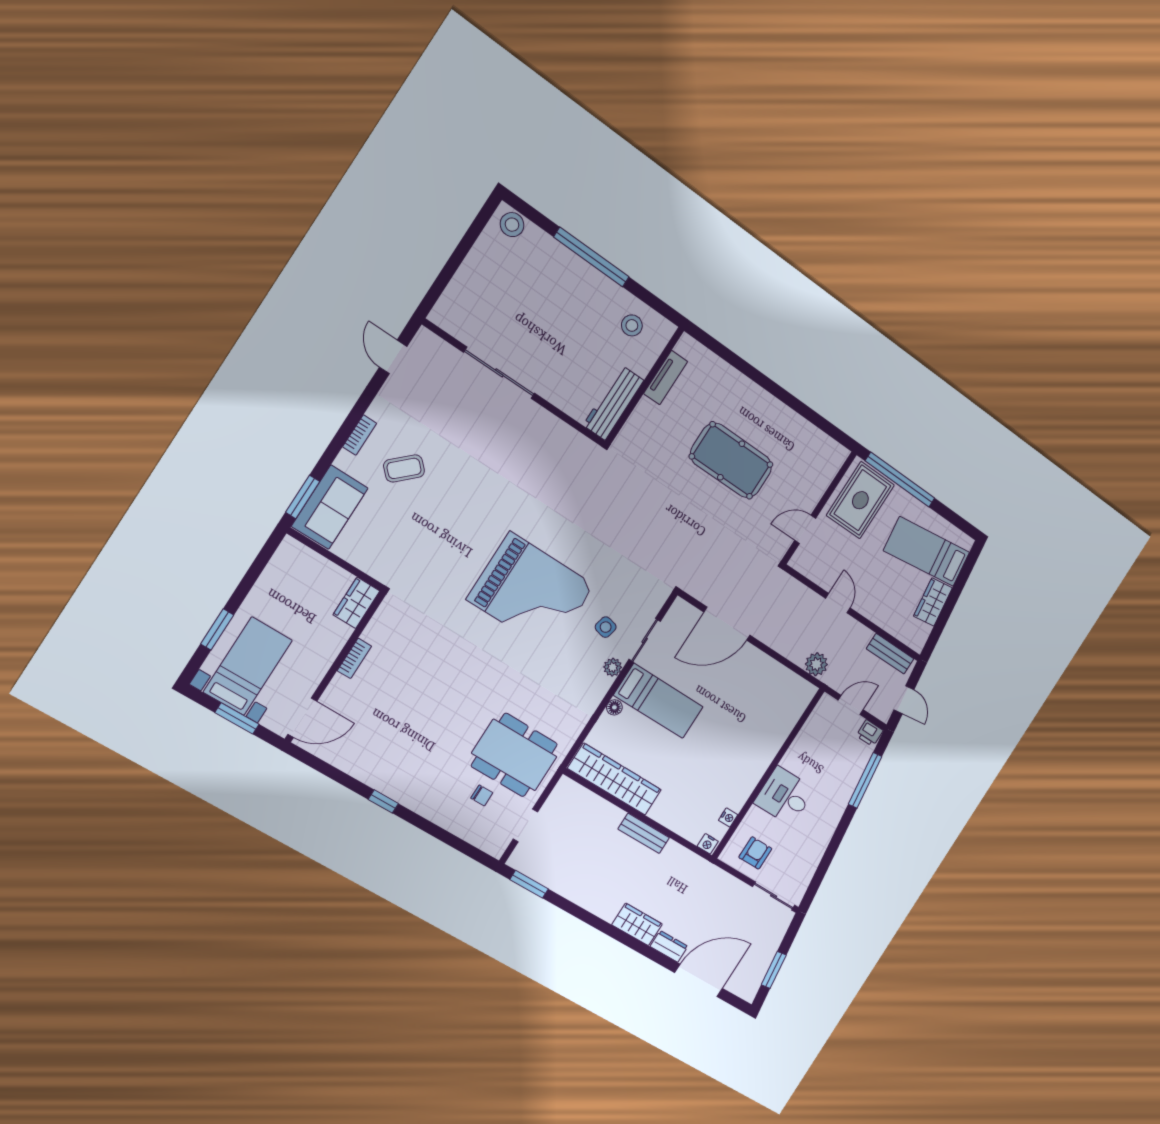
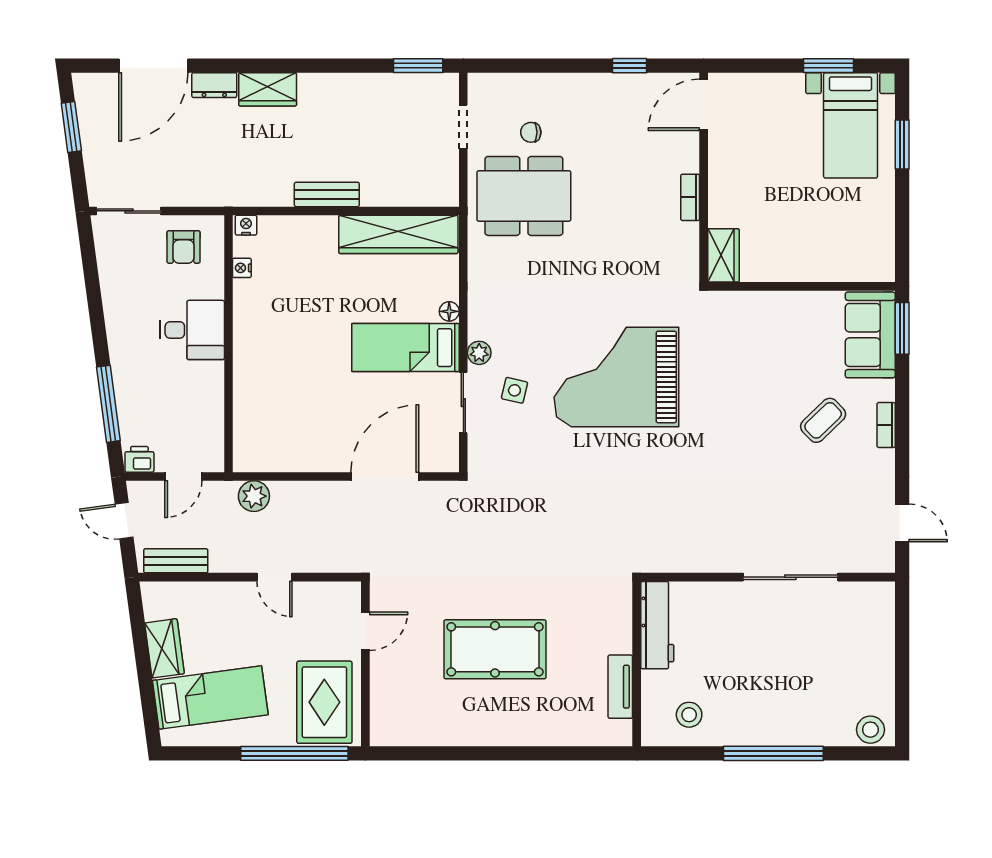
wardrobe: (356, 603) -> (723, 255), moved
bookcase: (354, 658) -> (690, 197), moved
wall: (335, 667) -> (704, 177), moved
door: (302, 718) -> (704, 105), moved

